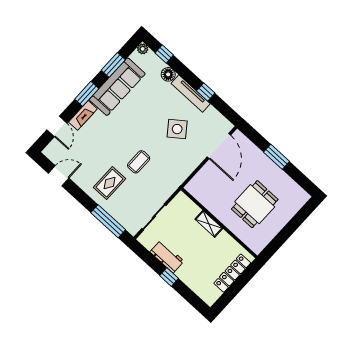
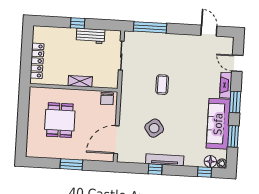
floor lamp: (168, 74) -> (210, 161), moved
door: (219, 146) -> (116, 140), hinge flipped
door: (59, 176) -> (209, 31), swing flipped
rug: (110, 183) -> (170, 54), removed
chair: (197, 189) -> (107, 99), added

